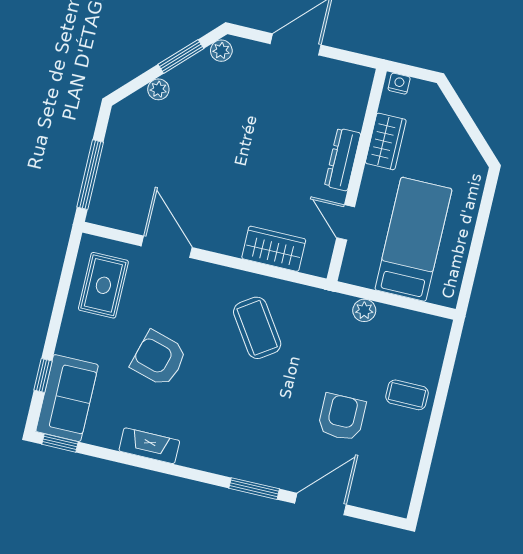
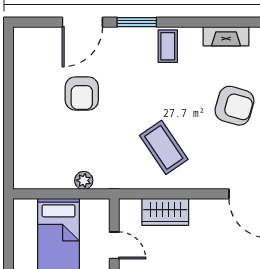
coffee table: (407, 395) -> (168, 46), moved, turned 90

